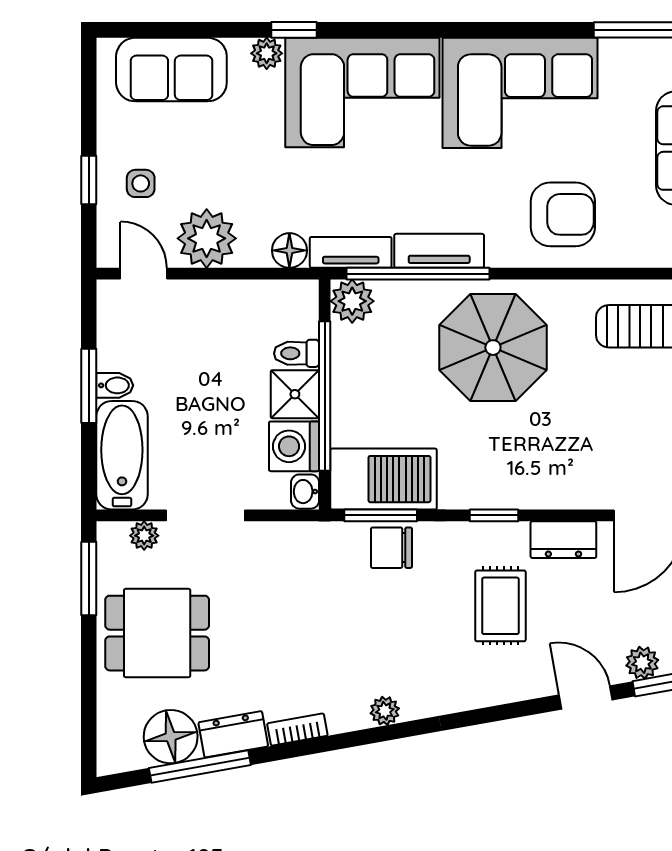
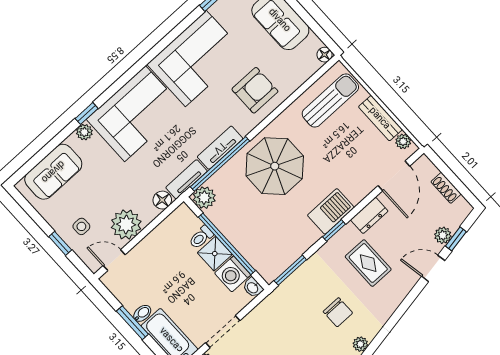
barbecue: (384, 479) -> (331, 211), moved, width x0.73, depth x0.83
chair: (391, 548) -> (338, 312), moved, turned -90

